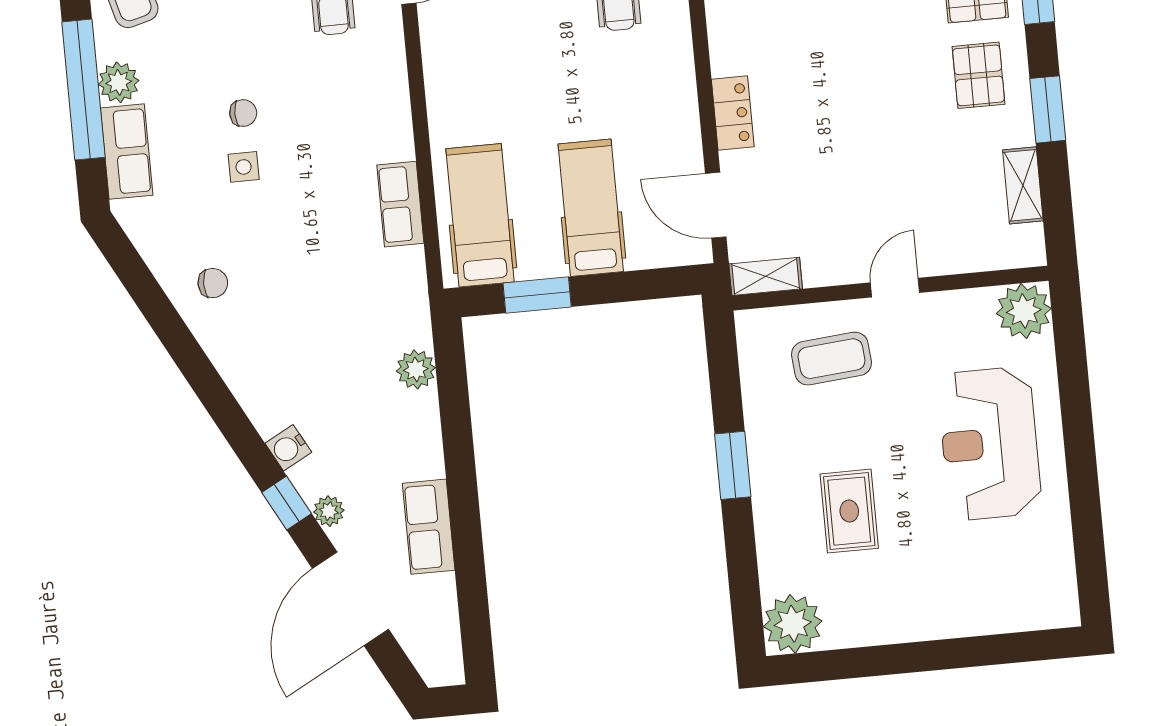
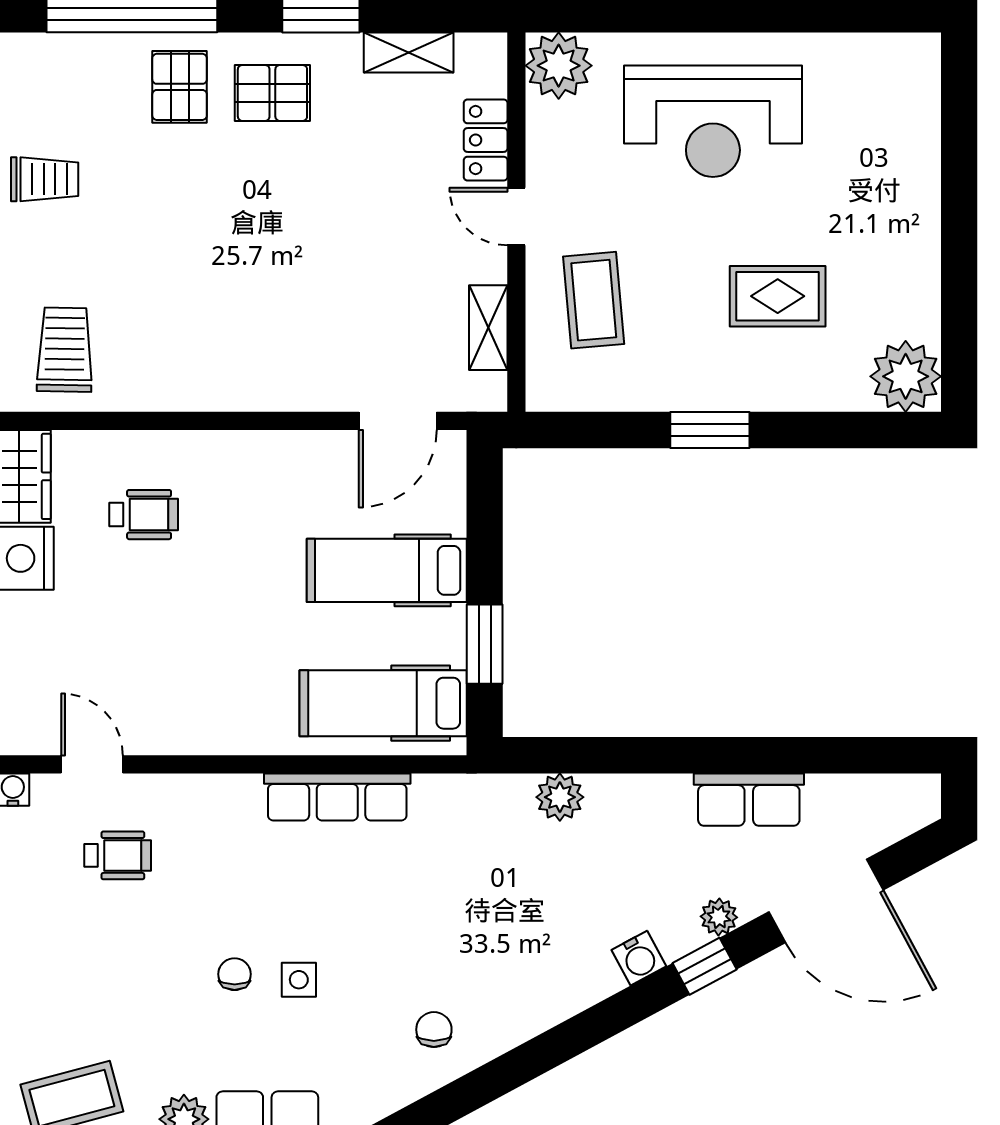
locker: (733, 113) -> (486, 140), moved, turned -90
row of seats: (400, 204) -> (337, 797), width x1.48
shelving: (766, 276) -> (488, 328), moved

